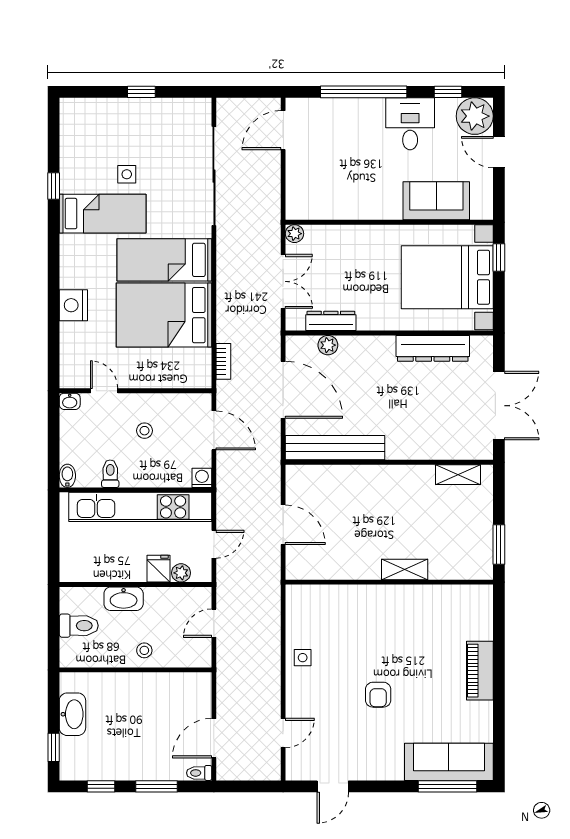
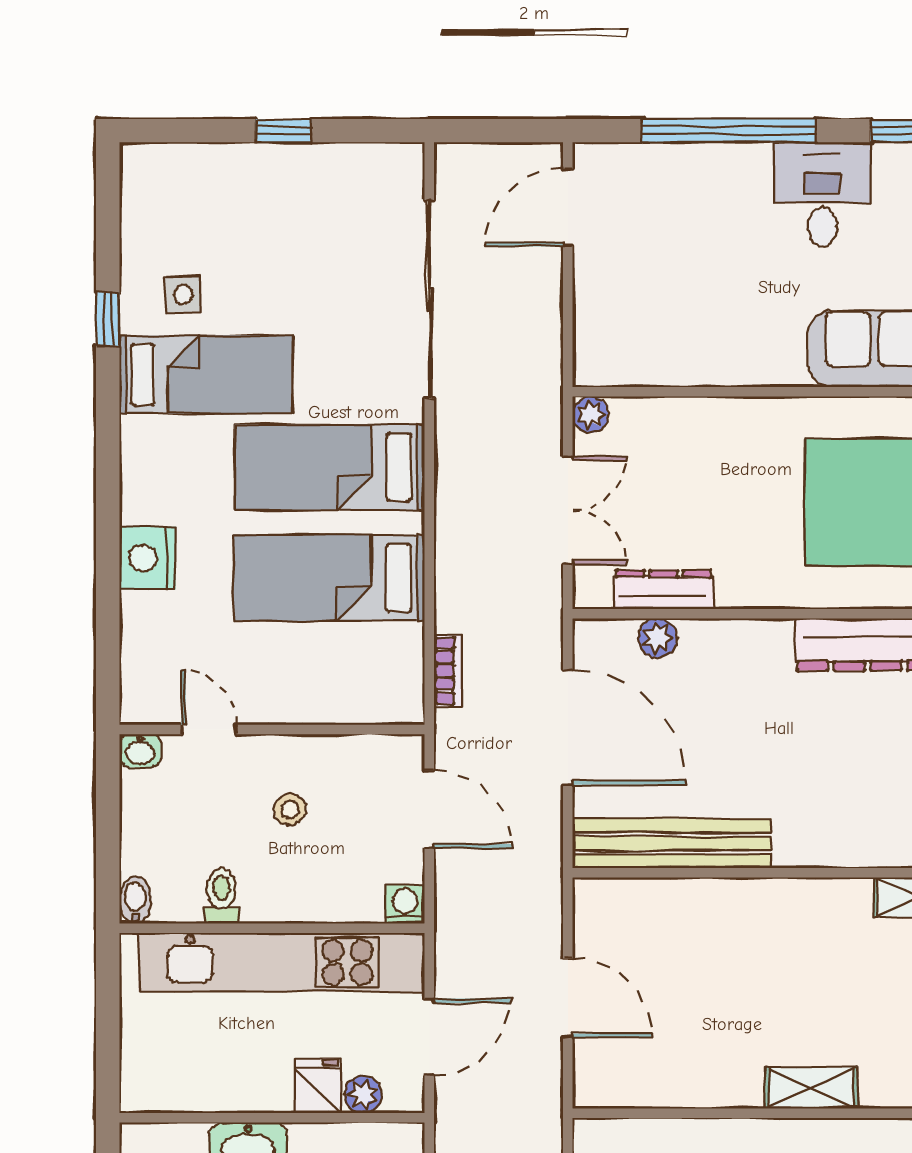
side table: (127, 174) -> (183, 295), moved
bed: (164, 315) -> (329, 578), width x0.67
door: (214, 544) -> (429, 1037), width x1.38

